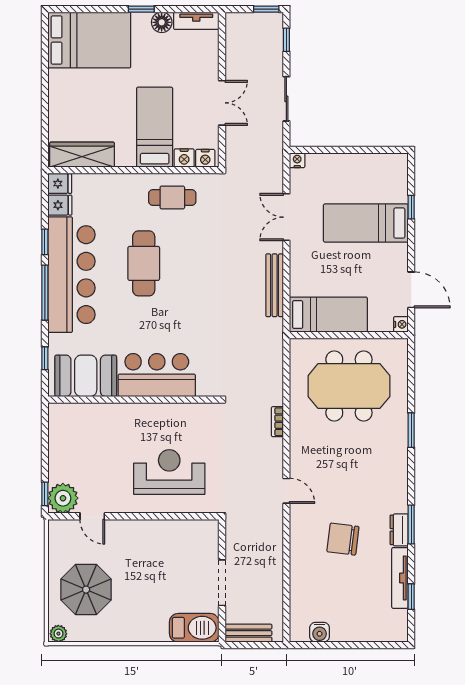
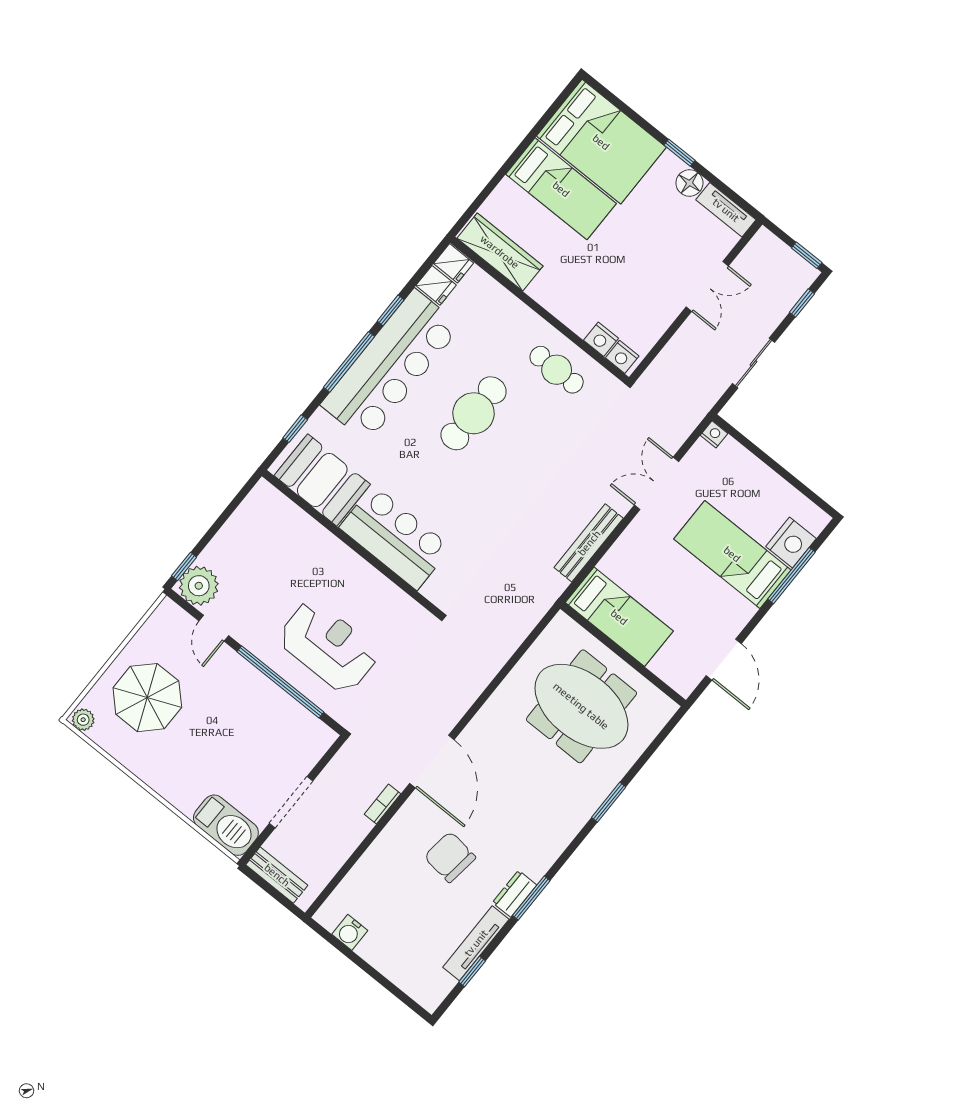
double door: (222, 103) -> (707, 286), moved
bed: (155, 127) -> (561, 189), moved, turned 90
window: (411, 207) -> (791, 576), width x2.17
nightstand: (401, 324) -> (791, 543), moved, width x1.89, depth x1.79
bookcase: (277, 422) -> (383, 804), moved
door: (286, 491) -> (432, 762), width x1.87
window: (158, 516) -> (280, 682), added

